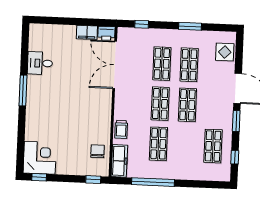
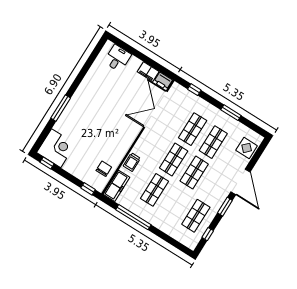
desk: (40, 63) -> (118, 58), moved, turned 90
window: (23, 90) -> (61, 108), moved

